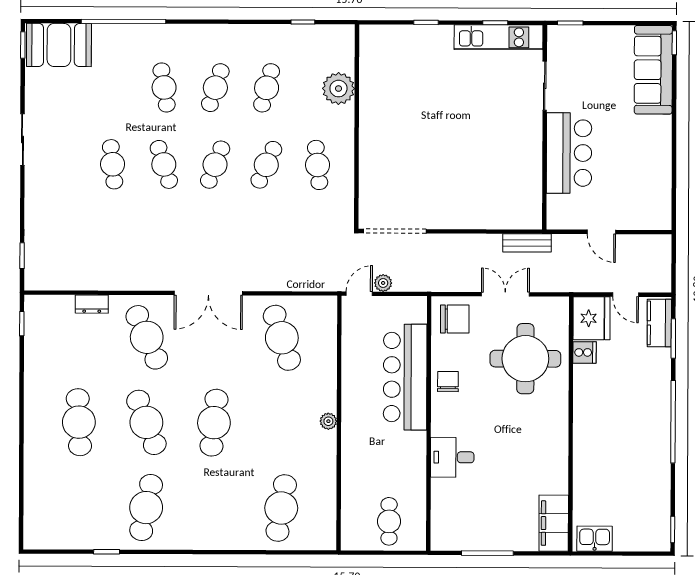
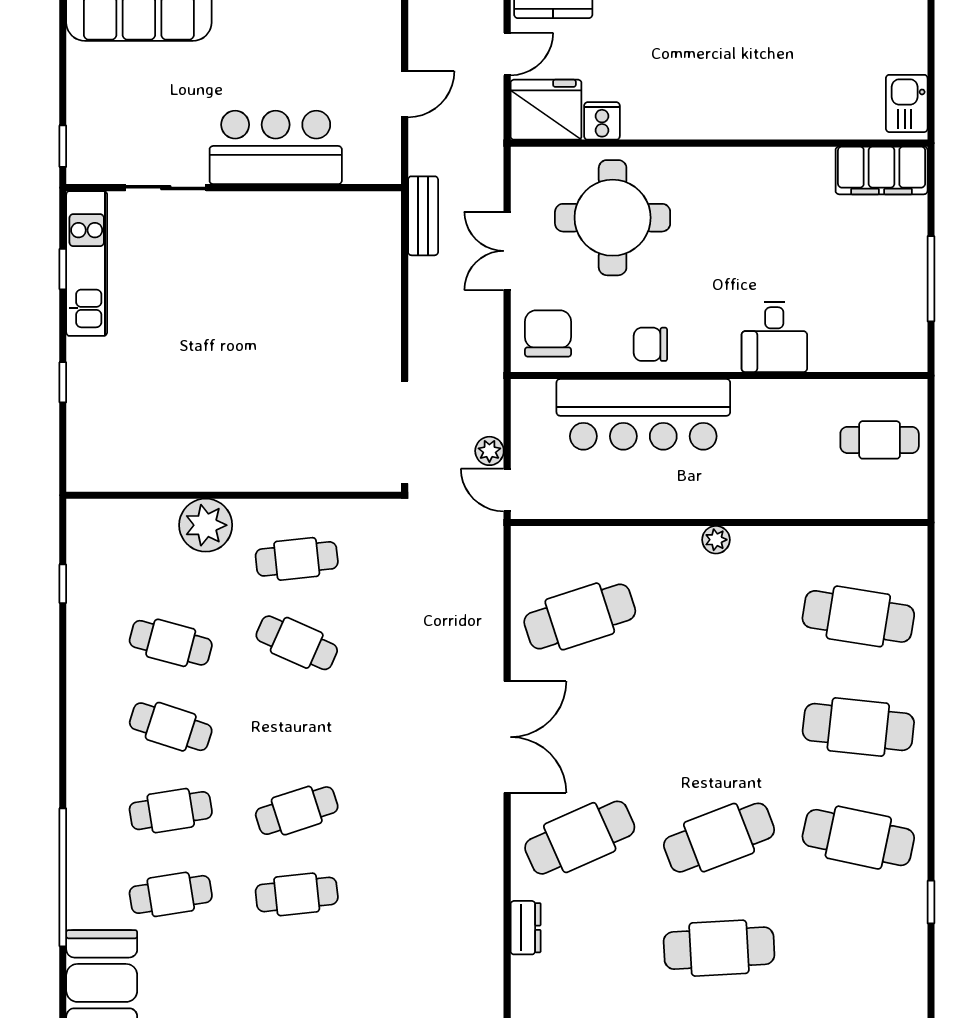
plant: (338, 89) -> (206, 525), moved
cafe table: (215, 165) -> (171, 894), moved, turned -30
cafe table: (214, 423) -> (858, 727), moved

